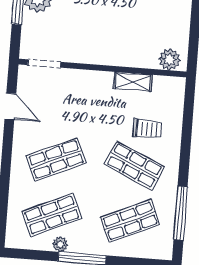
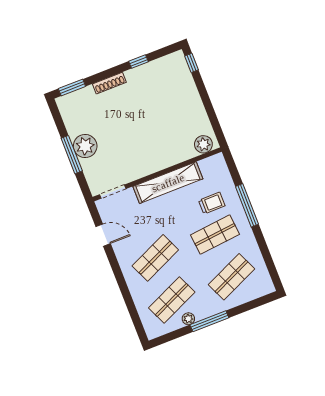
shelving: (133, 82) -> (168, 183), width x2.20, depth x1.33
shop shelf: (134, 166) -> (215, 235), turned -30
window: (181, 213) -> (247, 205), moved

